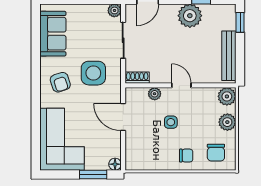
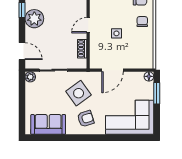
side table: (93, 73) -> (79, 93), turned -36
shoe rack: (137, 78) -> (82, 49), moved
plant: (155, 94) -> (95, 46), removed

